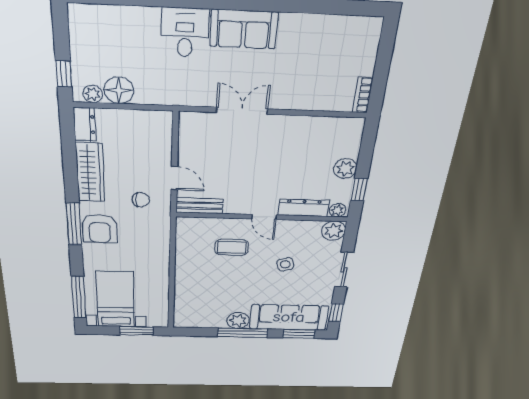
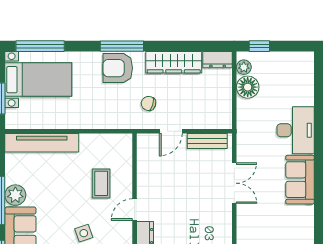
desk: (185, 33) -> (296, 130), width x1.37
chair: (141, 200) -> (149, 103), turned 106
bench: (200, 206) -> (207, 141), moved, turned 90
tv unit: (184, 298) -> (42, 143), added

